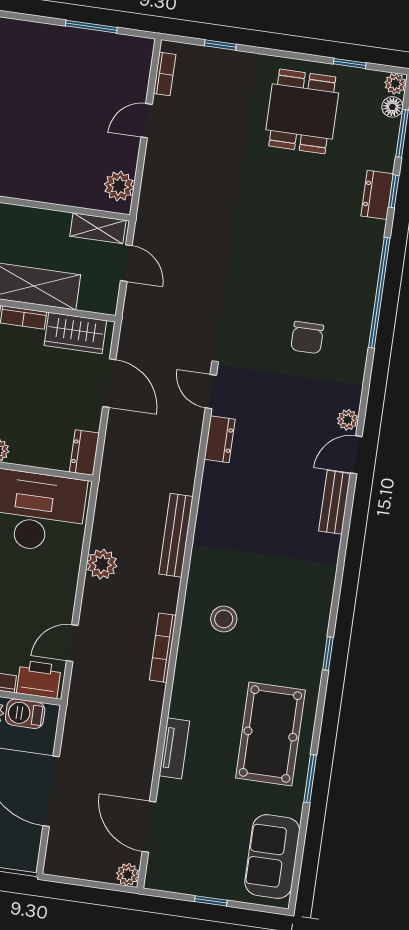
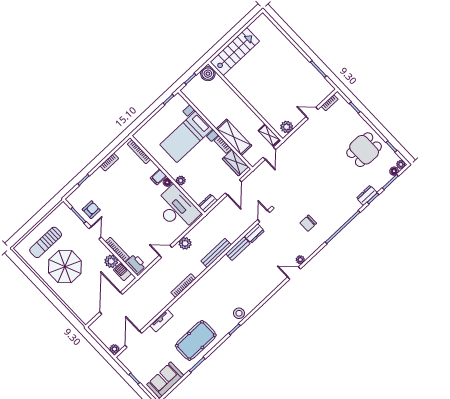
bench: (335, 502) -> (238, 249), moved
stool: (224, 619) -> (239, 313), moved
door: (72, 643) -> (166, 251), moved

